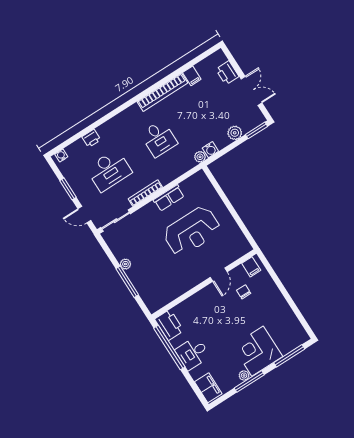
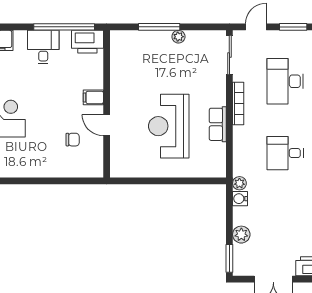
filing cabinet: (251, 267) -> (93, 97), moved

